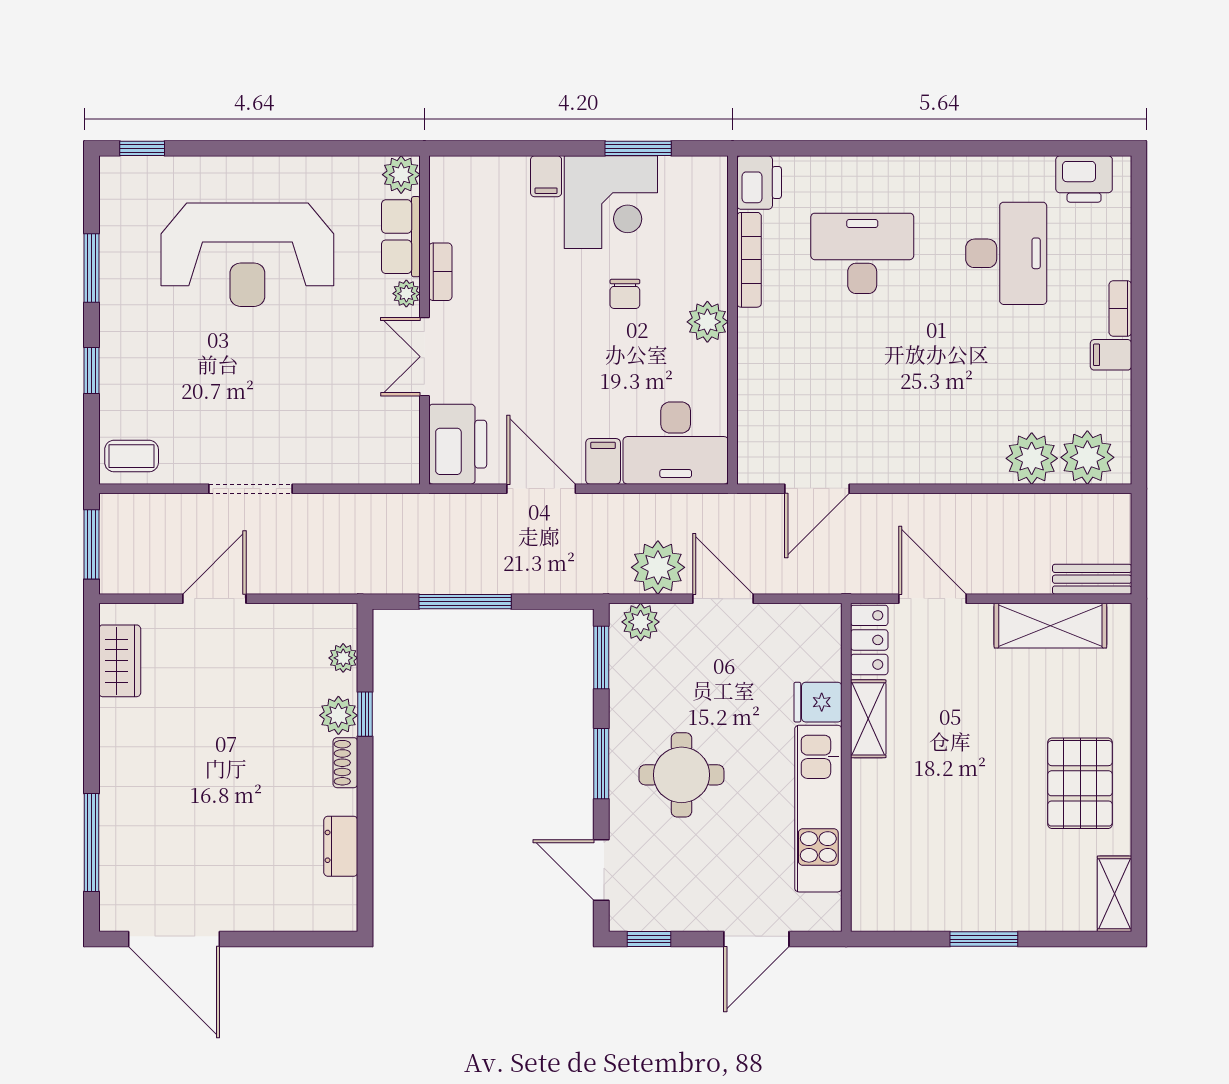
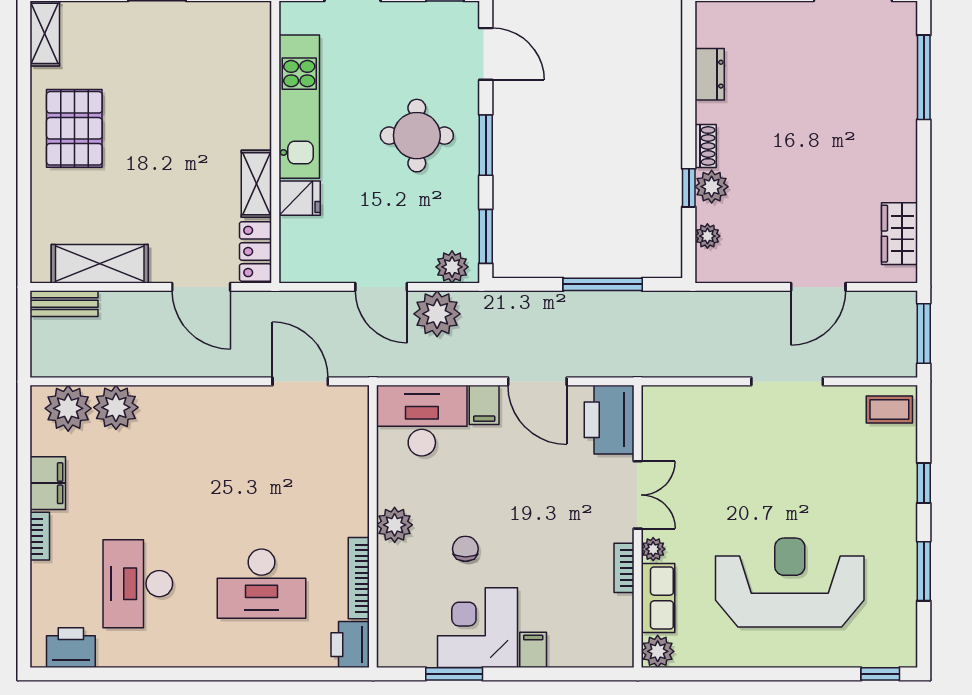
filing cabinet: (1111, 355) -> (48, 483), width x2.00
door: (817, 489) -> (300, 381), hinge flipped

